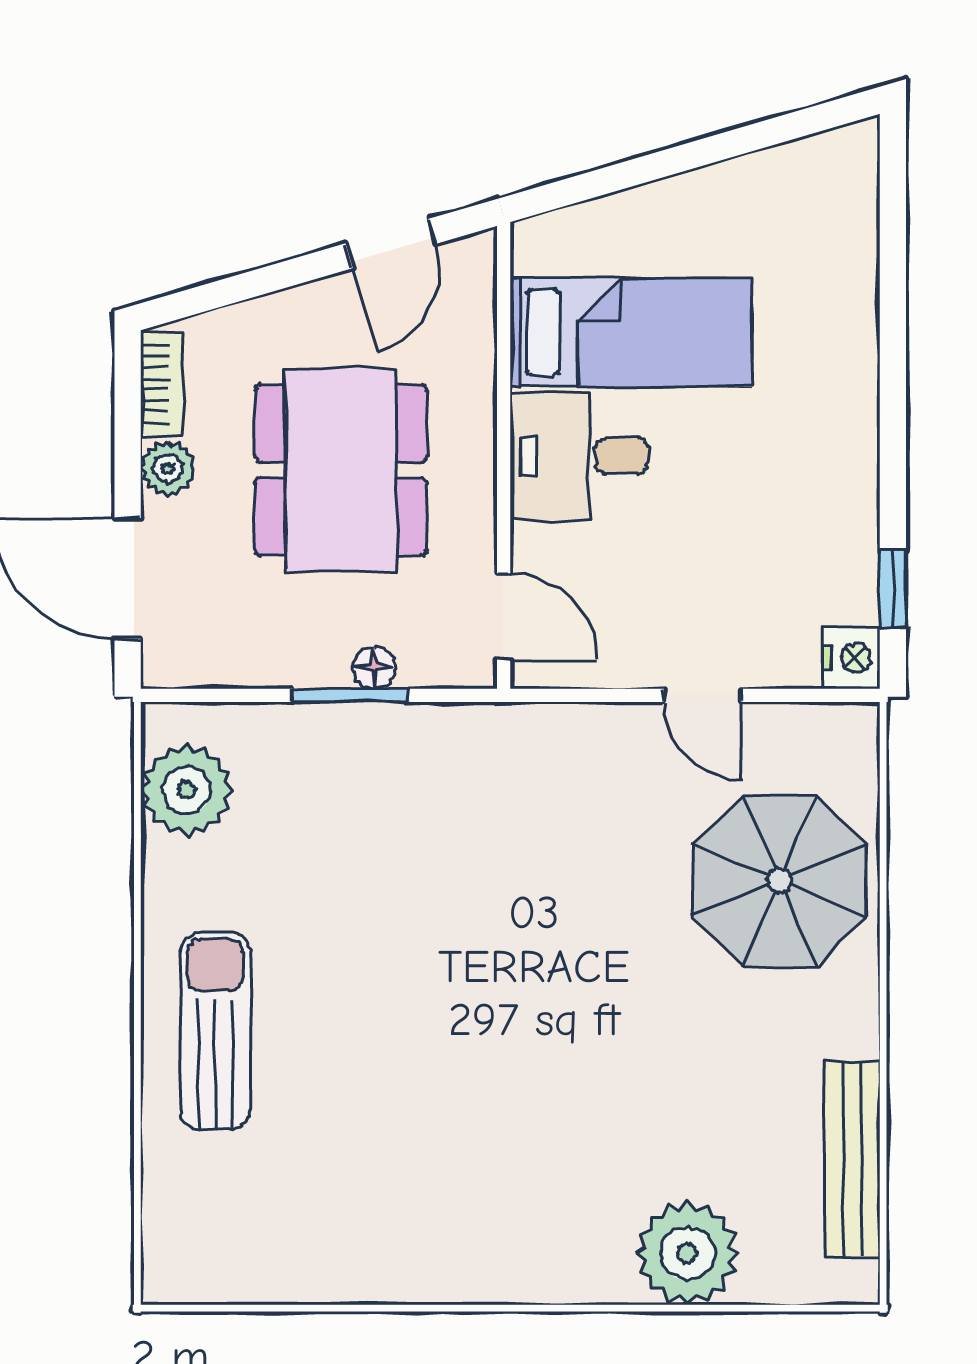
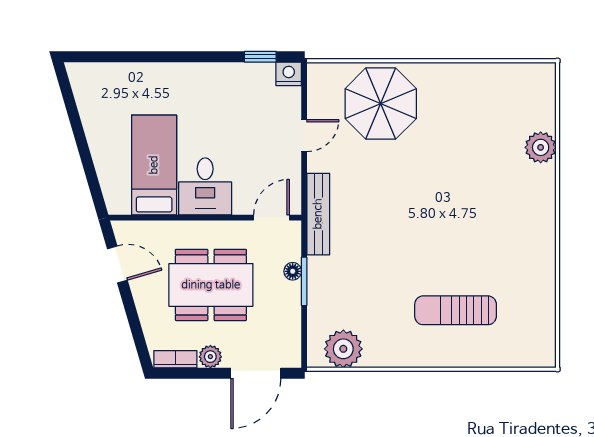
sun lounger: (215, 1031) -> (456, 310), moved
bench: (852, 1159) -> (318, 214), moved, turned 90
plant: (687, 1253) -> (541, 147), width x0.73, depth x0.73

